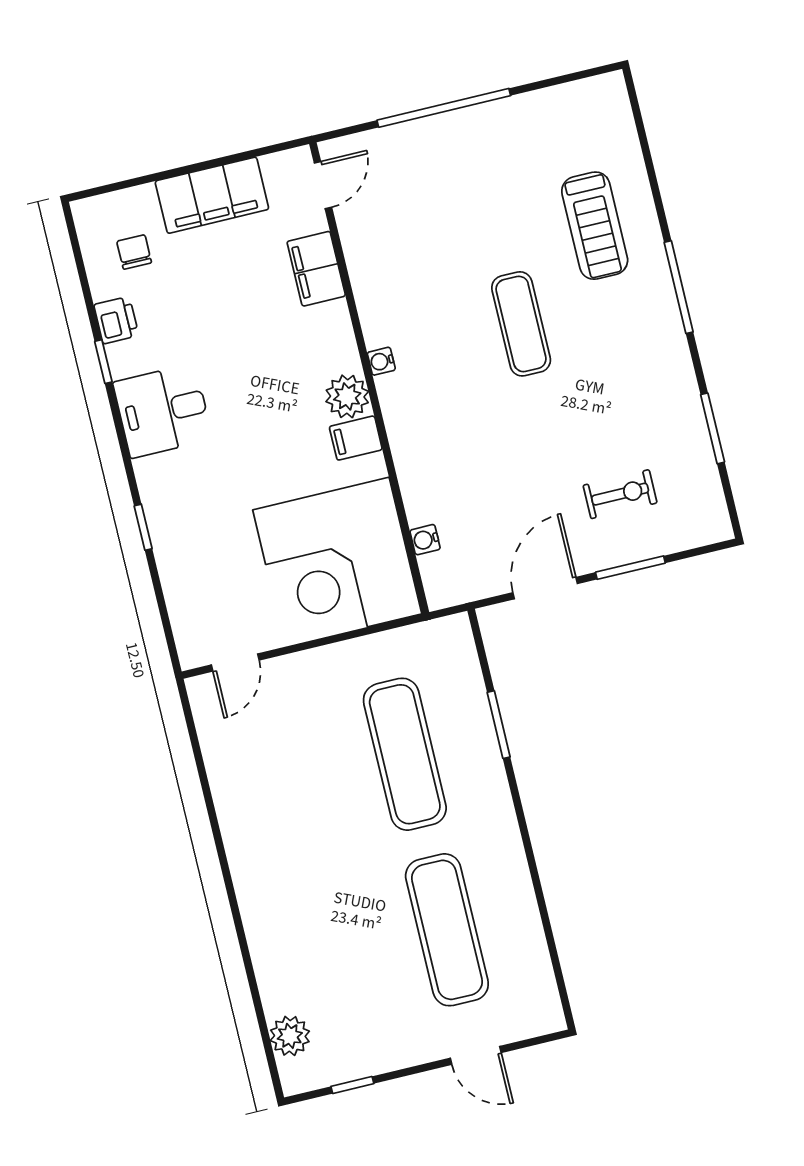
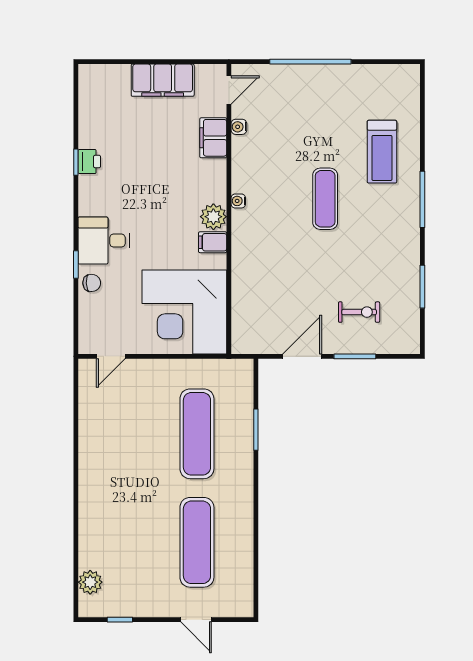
chair: (134, 252) -> (92, 283), moved, turned 88
printer: (116, 320) -> (89, 162), moved
desk: (163, 411) -> (104, 241), moved
water cooler: (425, 540) -> (239, 127), moved

